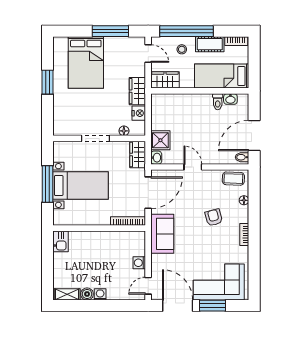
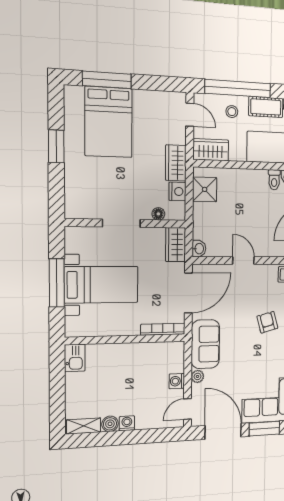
window: (110, 31) -> (107, 80), moved
shower: (160, 140) -> (205, 189), moved
plant: (156, 260) -> (198, 376), added

